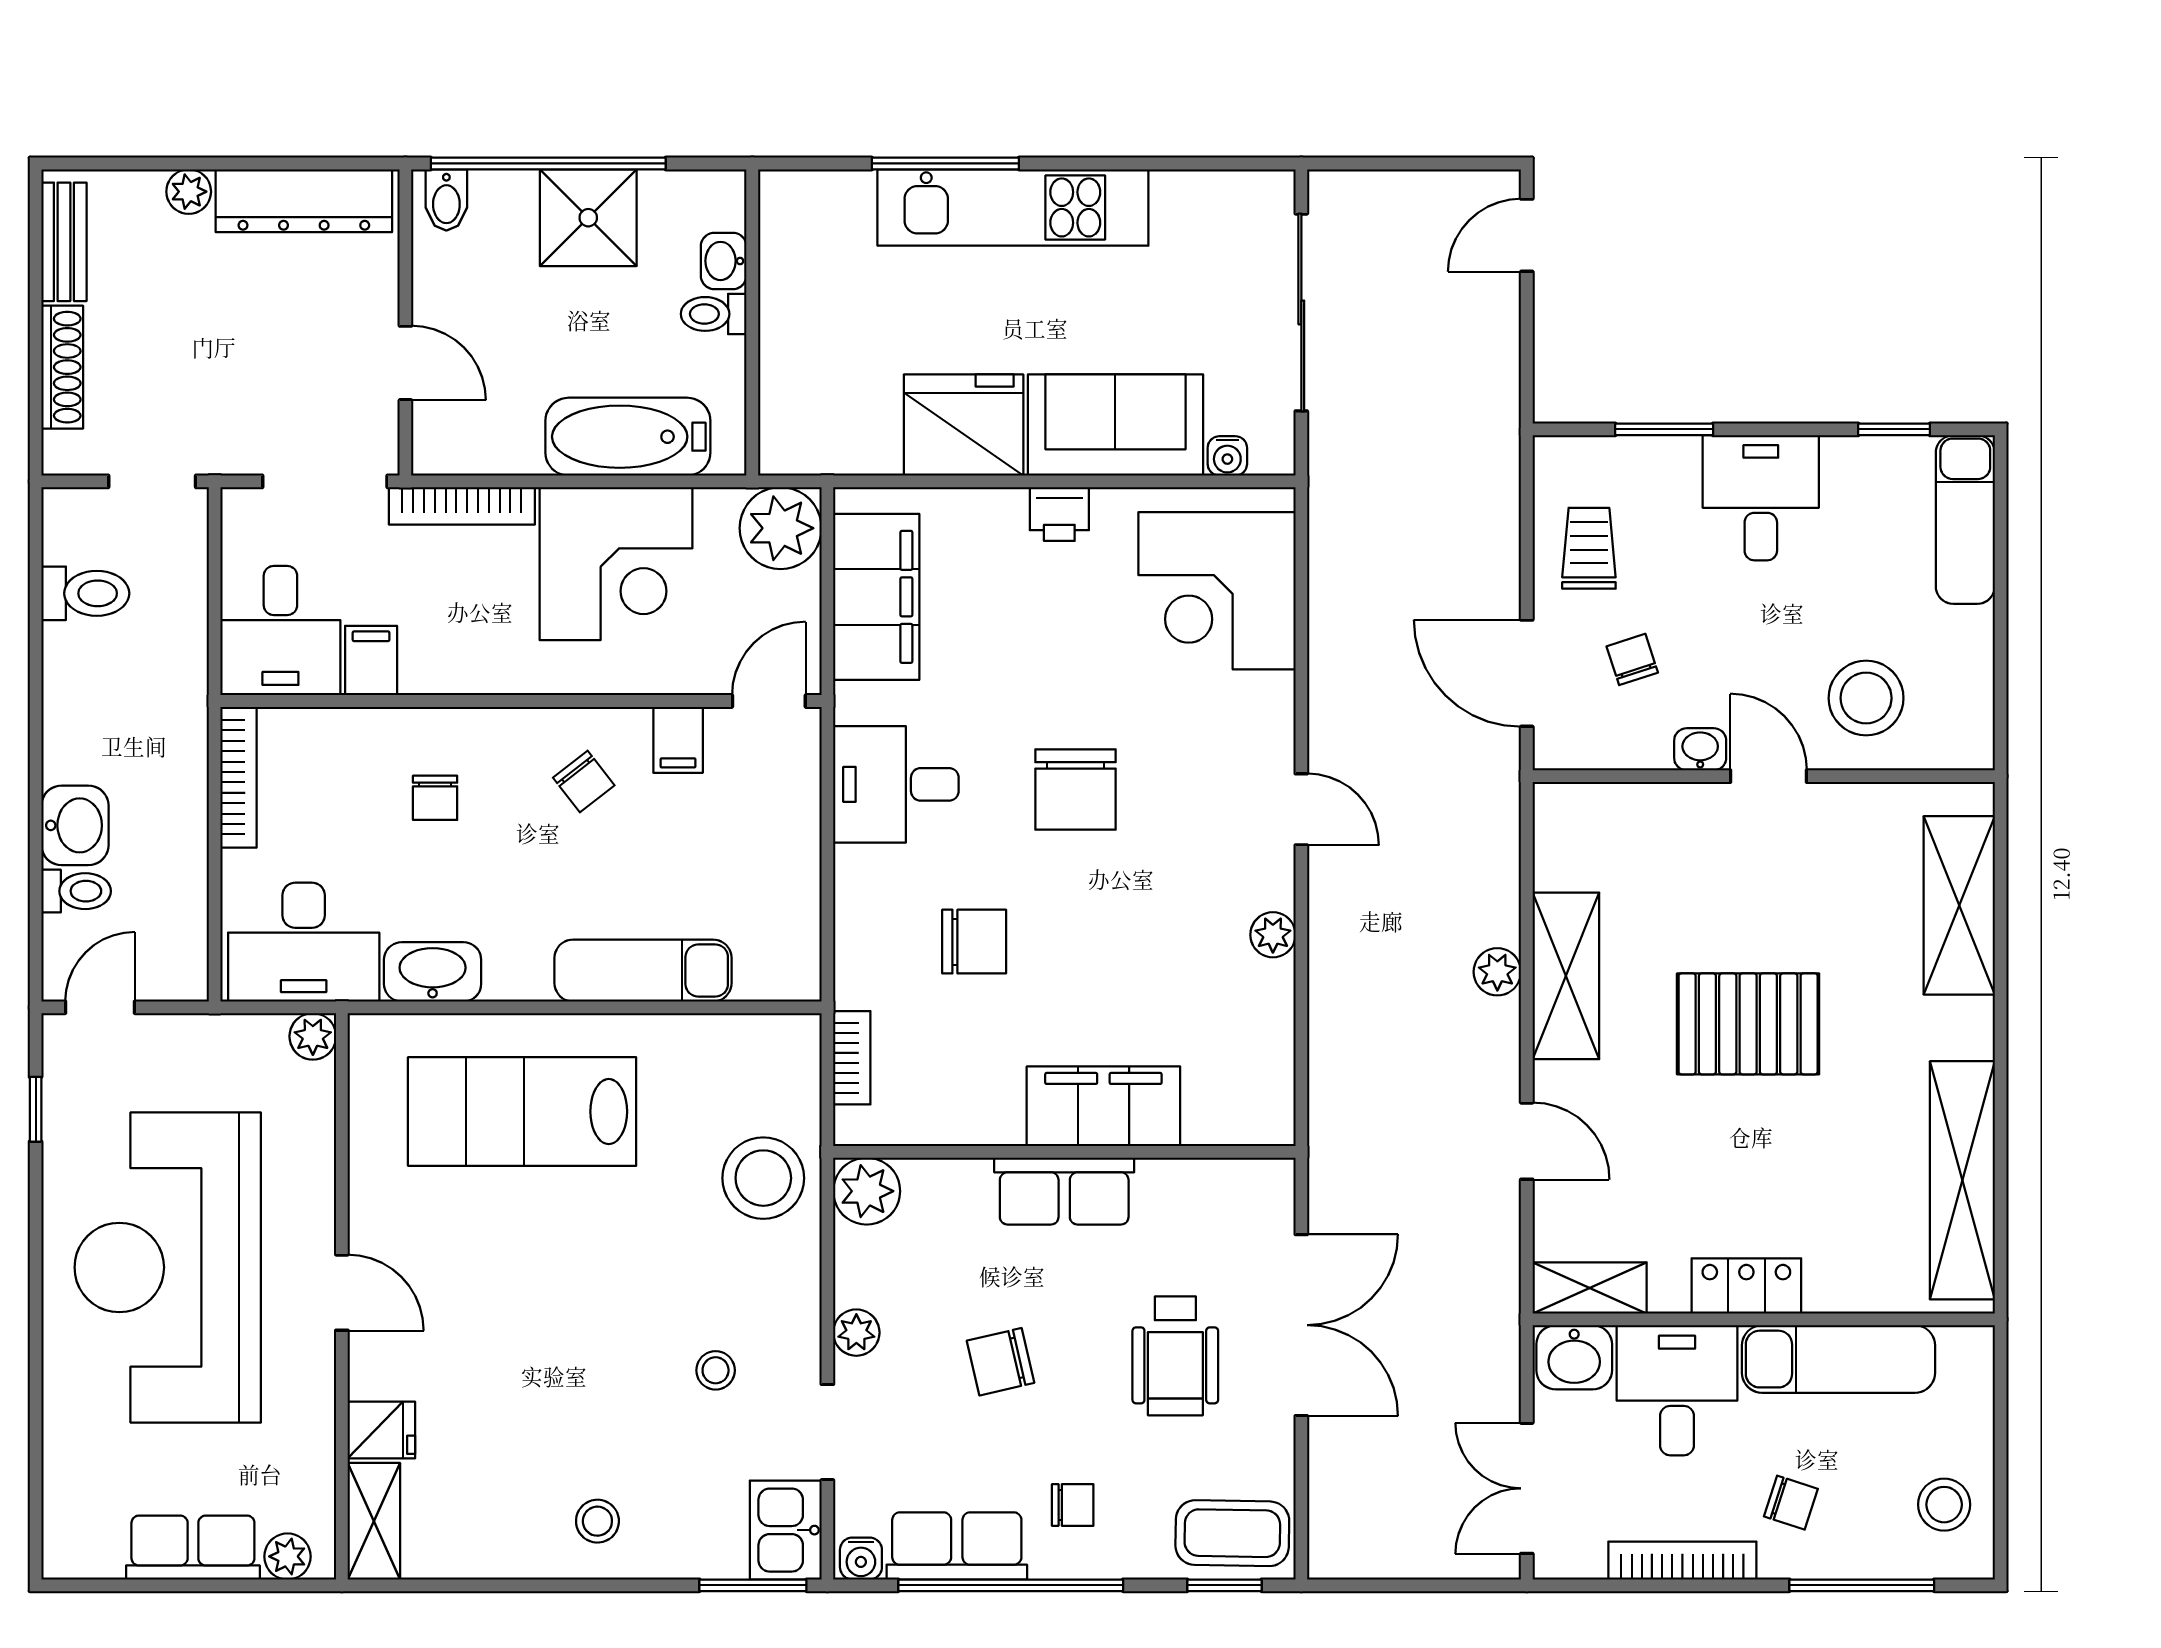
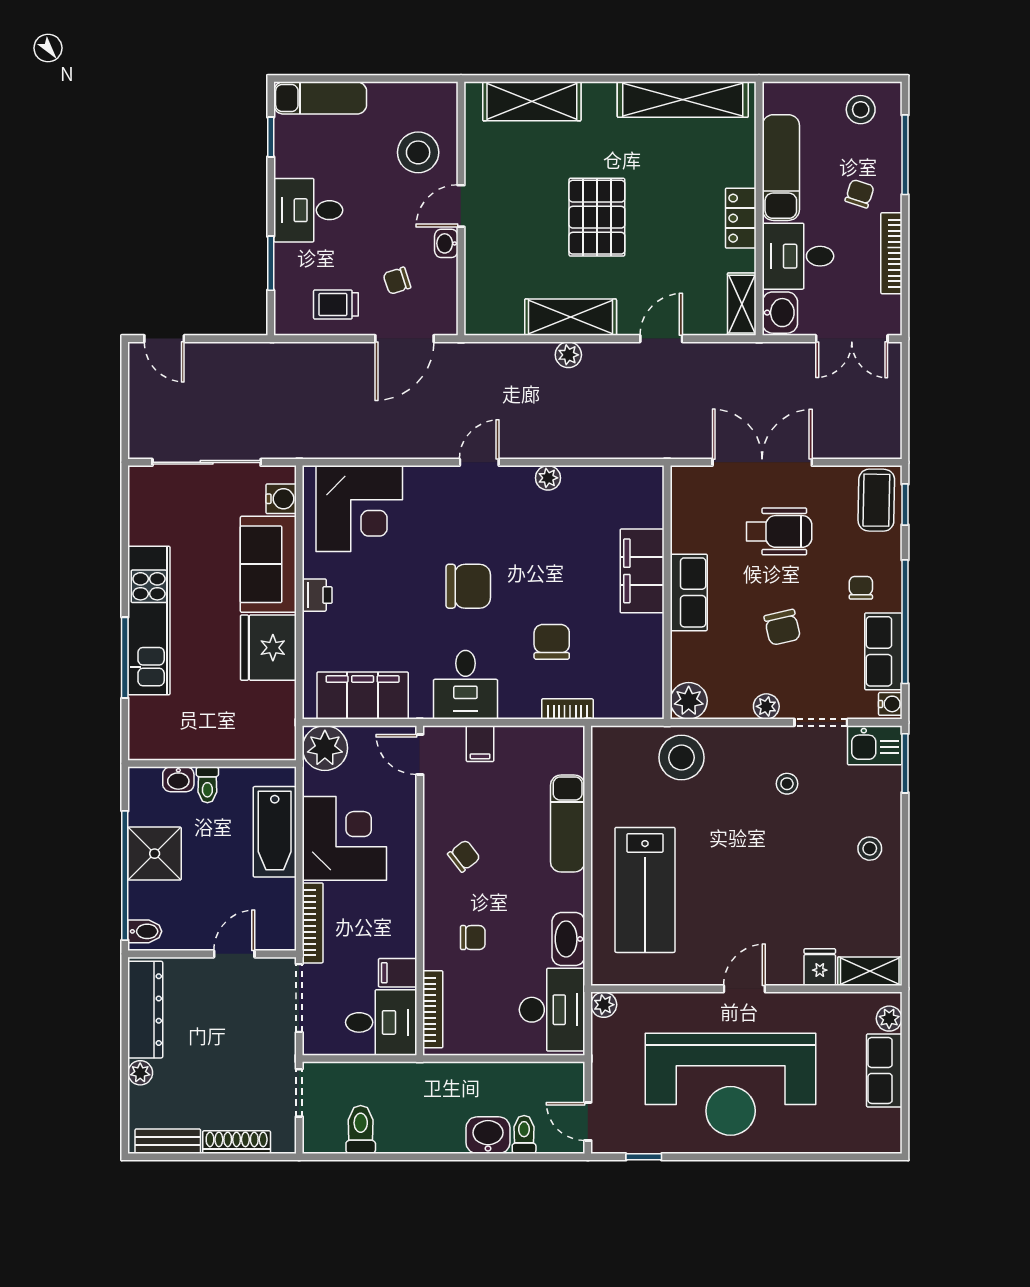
water cooler: (1227, 456) -> (281, 499), width x1.38, depth x1.38
filing cabinet: (678, 740) -> (480, 744), moved, turned 90
bookcase: (239, 777) -> (433, 1009), moved, turned 90
bookcase: (852, 1058) -> (567, 709), moved

